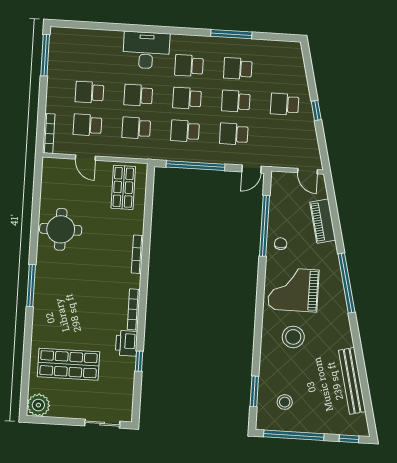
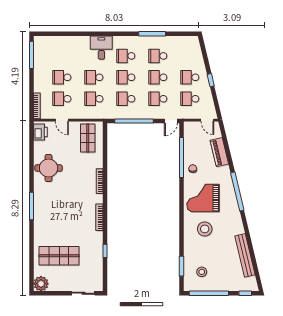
desk: (146, 50) -> (101, 48), width x0.73
school desk: (283, 137) -> (190, 99), added
printer: (126, 343) -> (40, 132), moved, turned 180

